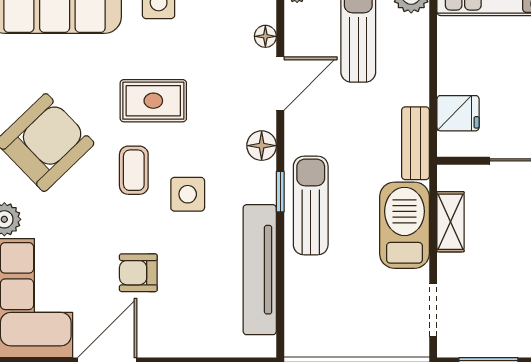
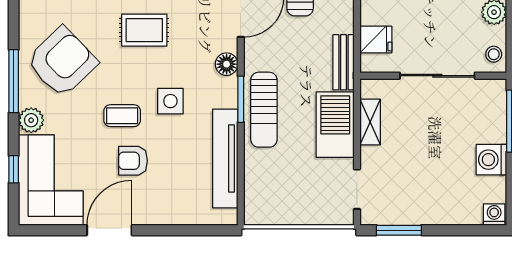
coffee table: (134, 170) -> (122, 116), moved, turned 90
window: (280, 192) -> (241, 99), width x1.50
sun lounger: (311, 206) -> (264, 110), turned 180

